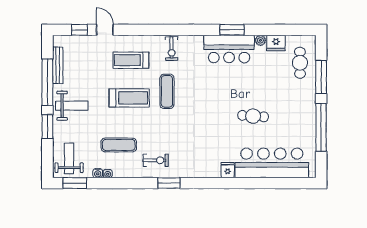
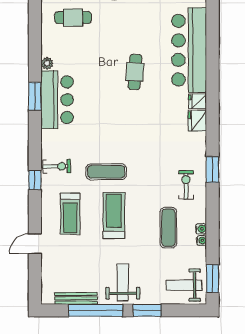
window: (80, 30) -> (35, 180), moved
fridge: (276, 43) -> (197, 121), moved, turned 180
water cooler: (98, 173) -> (201, 229), moved

